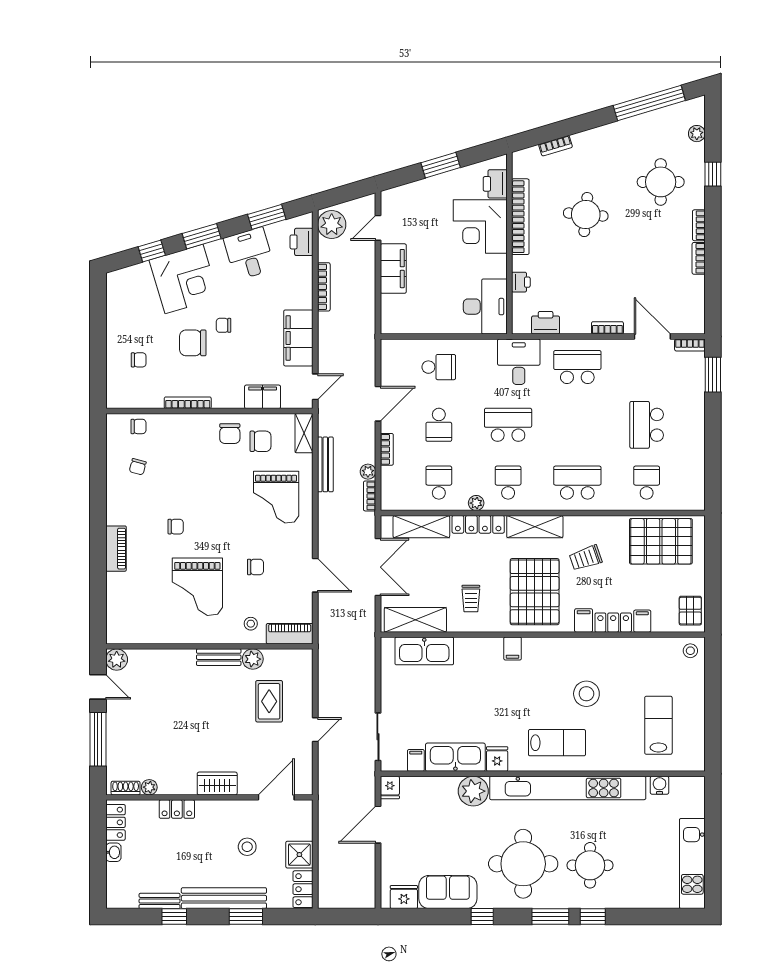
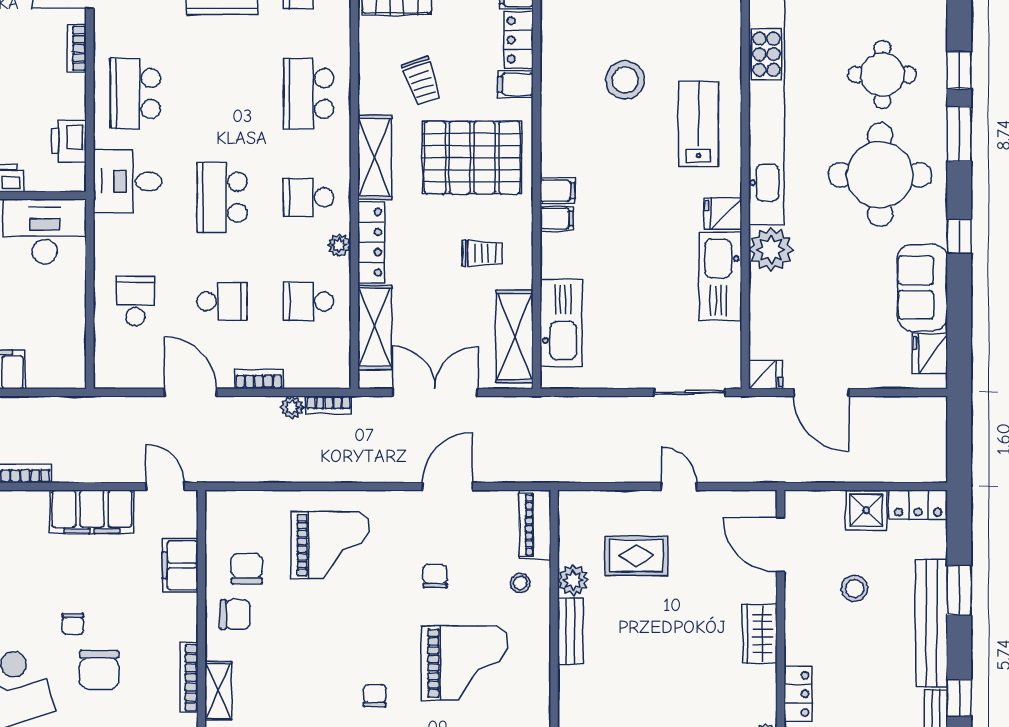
shelving: (304, 433) -> (218, 691), moved, turned 90
bench: (325, 464) -> (281, 471), removed
filing cabinet: (416, 760) -> (557, 219), moved, turned 180

